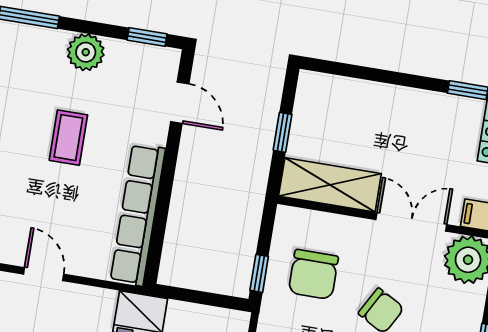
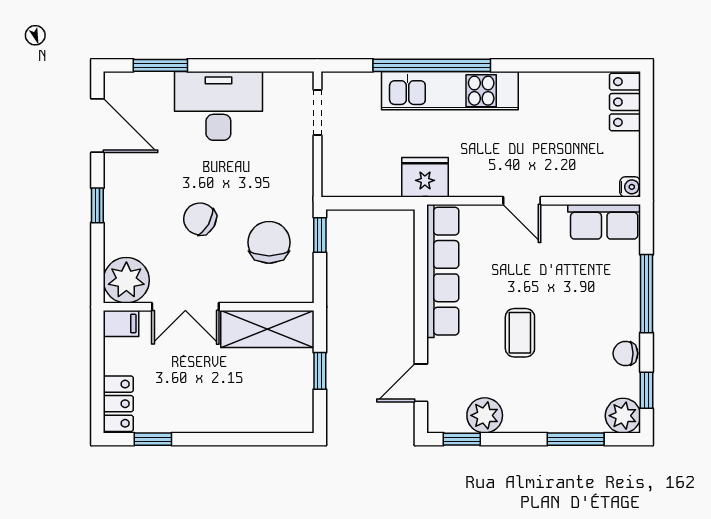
plant: (86, 52) -> (485, 415), moved
door: (180, 103) -> (421, 383), hinge flipped

